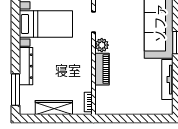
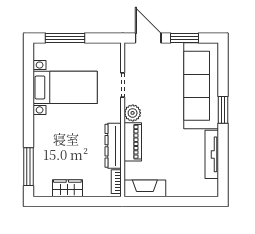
dresser: (26, 66) -> (113, 146), moved, turned 180
wardrobe: (54, 107) -> (67, 188), width x0.67
fireplace: (112, 108) -> (145, 188), added

